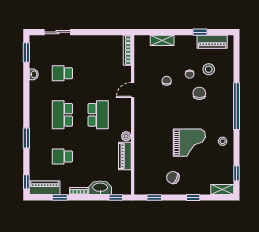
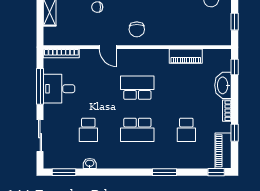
window: (99, 32) -> (40, 86), added
desk: (97, 48) -> (59, 89), added
chair: (148, 114) -> (137, 29), added
plant: (126, 136) -> (162, 55), removed

